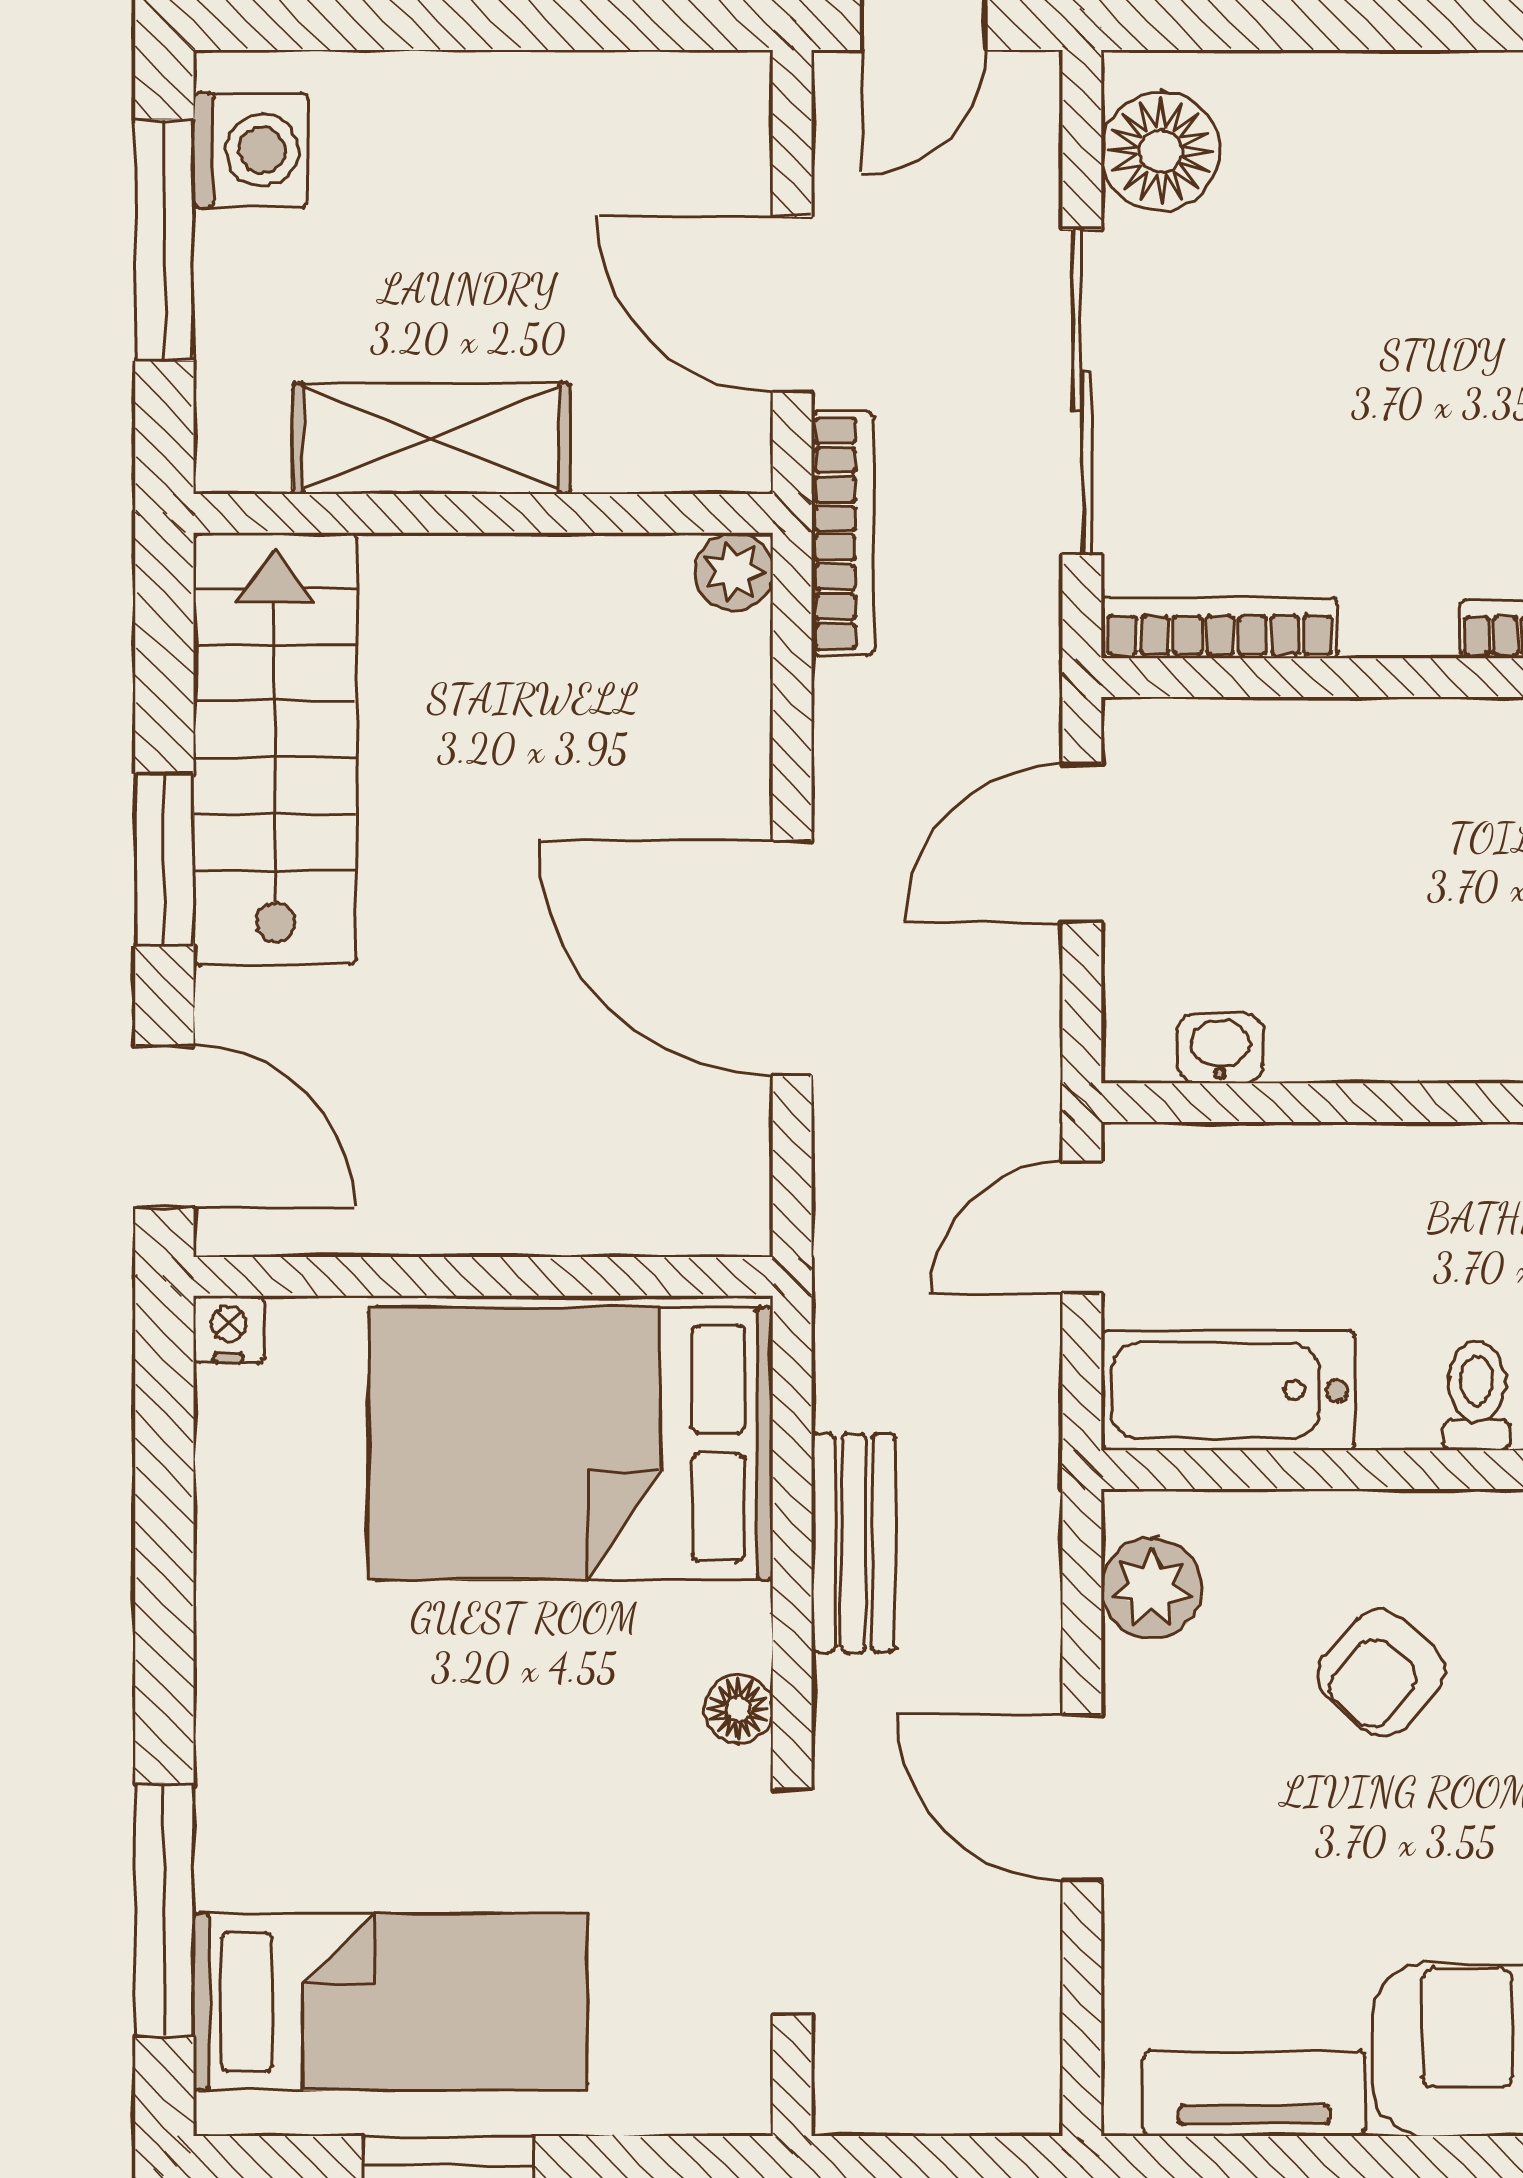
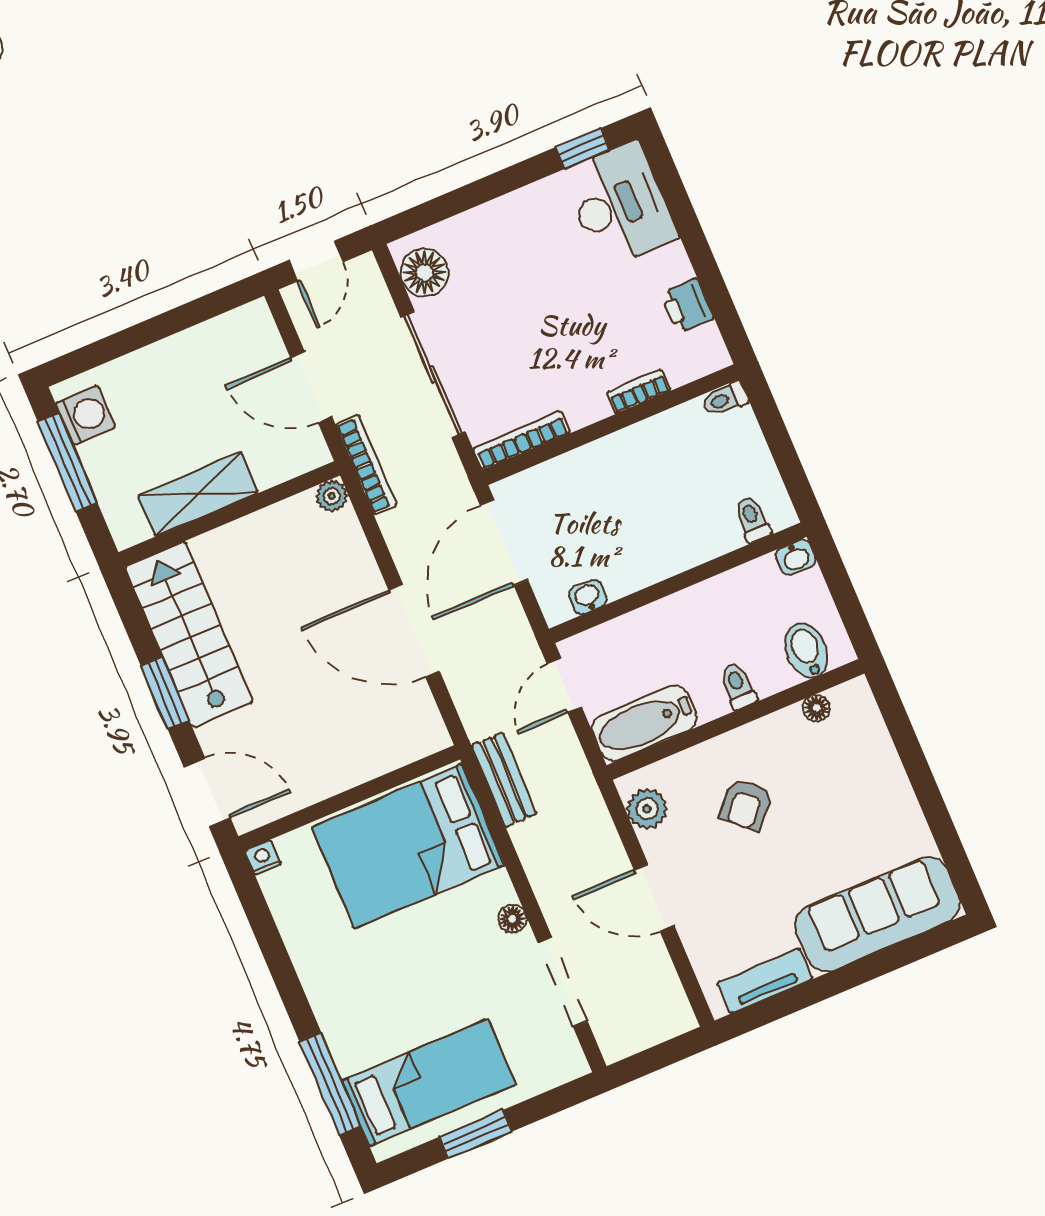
door: (1082, 843) -> (504, 542), width x1.36
bench: (853, 1543) -> (504, 780), moved

